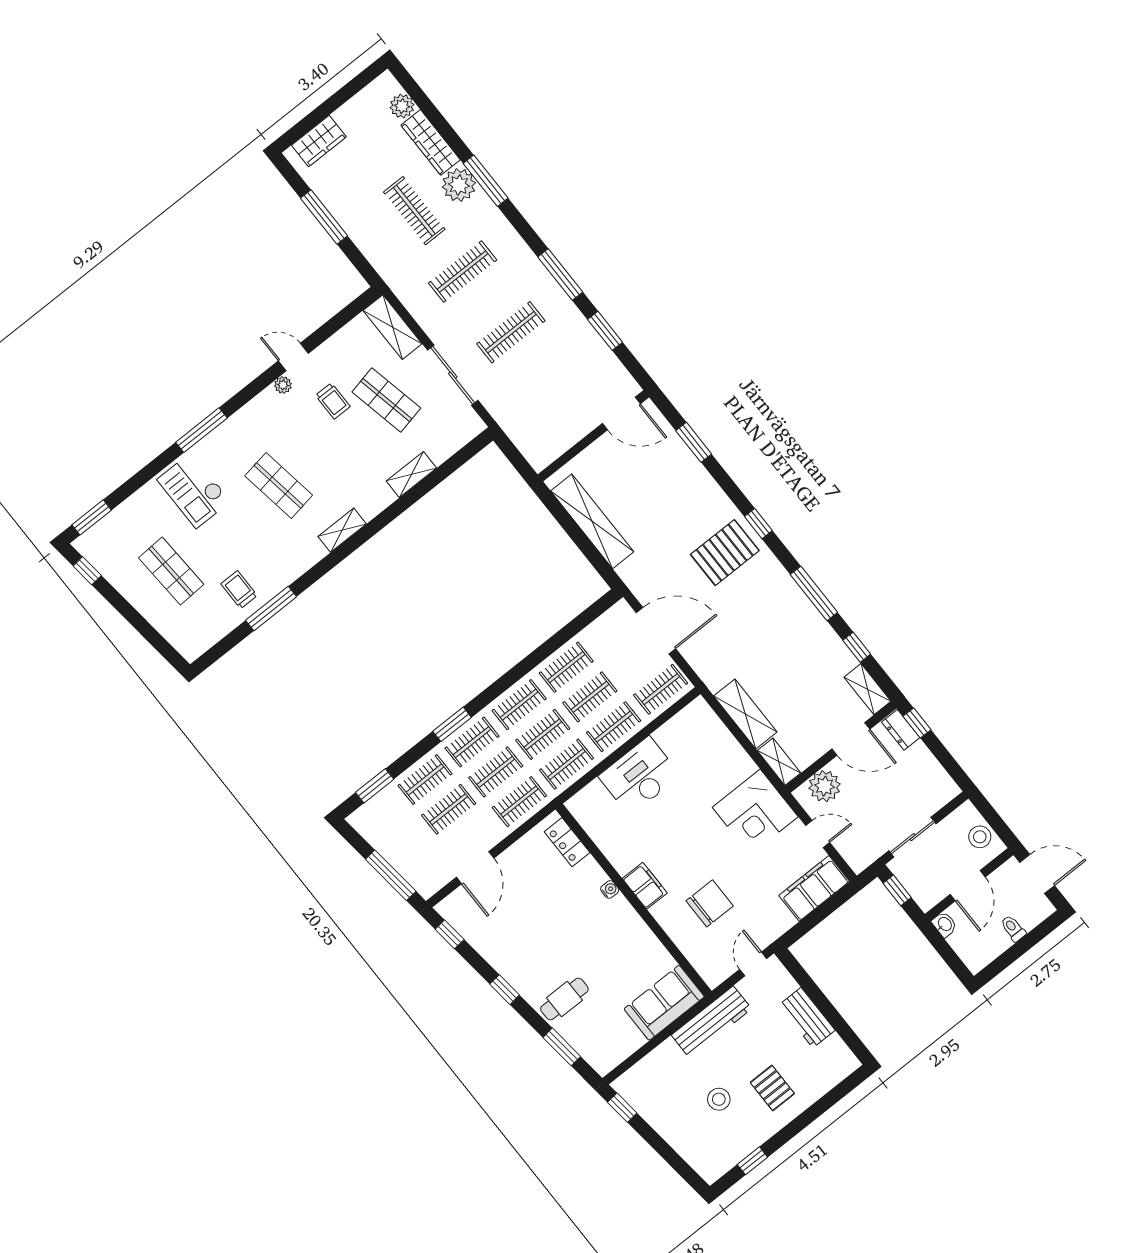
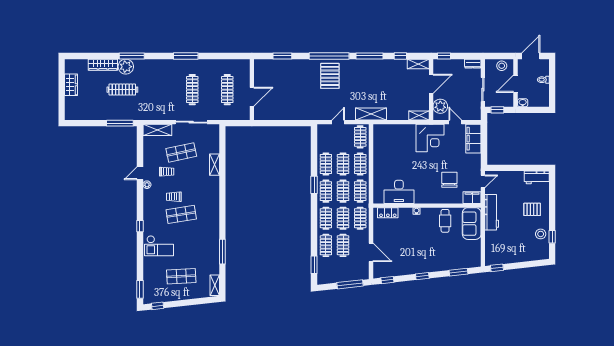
plant: (402, 106) -> (82, 65), removed
wardrobe: (319, 141) -> (71, 85), moved
window: (324, 217) -> (120, 123), moved
clothes rail: (463, 271) -> (227, 90), moved
window: (605, 331) -> (218, 56), removed
door: (621, 414) -> (252, 97), moved
window: (201, 430) -> (140, 226), width x0.46
shelving: (592, 521) -> (282, 114), removed
window: (758, 524) -> (329, 56), width x3.17
shelving: (342, 530) -> (215, 285), moved
trolley: (239, 590) -> (174, 197), moved
door: (656, 631) -> (338, 122), width x0.53
shelving: (745, 714) -> (371, 114), moved
window: (452, 724) -> (314, 185), moved
dresser: (901, 730) -> (473, 64), moved
desk: (639, 776) -> (399, 192), moved, turned -90
door: (818, 834) -> (455, 122), hinge flipped
filing cabinet: (645, 886) -> (472, 198), moved
door: (968, 886) -> (516, 84), swing flipped
door: (753, 964) -> (483, 181), swing flipped
cafe table: (564, 999) -> (445, 221), moved
workbench: (807, 1018) -> (537, 177), moved
stool: (719, 1099) -> (541, 234), moved

